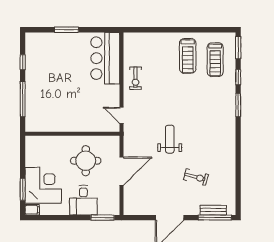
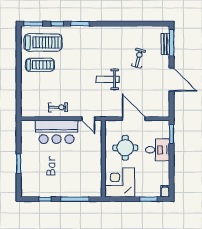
bar counter: (105, 58) -> (57, 132), moved
treadmill: (215, 60) -> (43, 42), width x1.37, depth x1.38
door: (122, 115) -> (88, 119), hinge flipped
corner desk: (43, 185) -> (120, 182), moved

